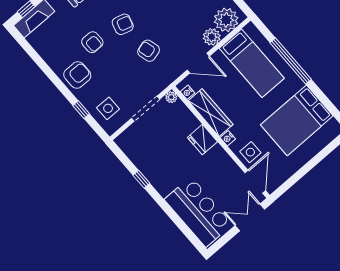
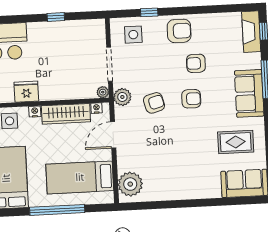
armchair: (123, 24) -> (191, 99), turned -106
plant: (212, 37) -> (122, 97), moved
armchair: (77, 75) -> (179, 31), turned -90
fridge: (202, 140) -> (26, 92), moved

